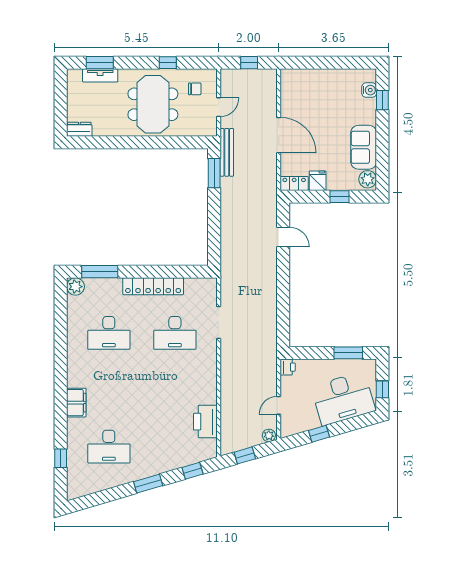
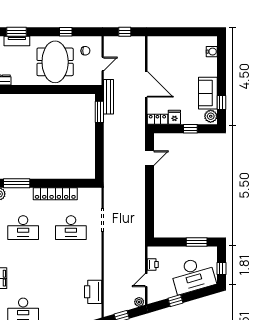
window: (382, 100) -> (221, 103), moved
door: (283, 237) -> (149, 158), hinge flipped
printer: (288, 367) -> (153, 265), moved

